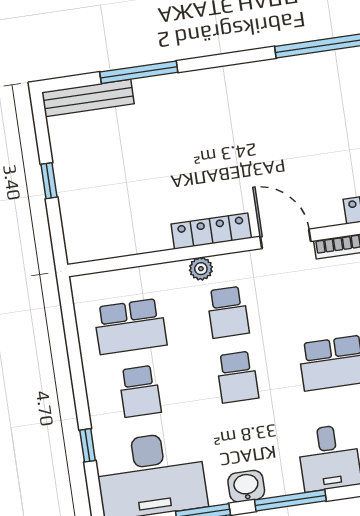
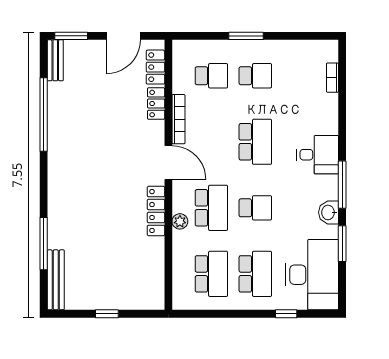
door: (285, 239) -> (168, 162), swing flipped
school desk: (228, 312) -> (211, 208), width x1.85
school desk: (140, 391) -> (255, 274), width x1.85

